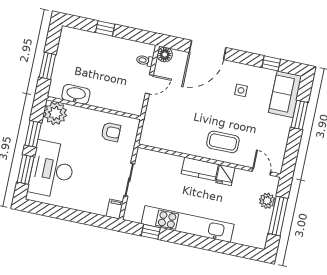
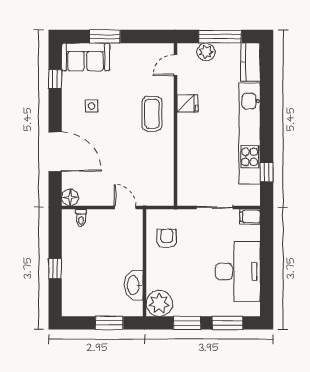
door: (149, 84) -> (125, 207), moved
desk: (52, 169) -> (238, 271), moved, turned -90
kitchen counter: (200, 169) -> (251, 62), moved, turned 180

